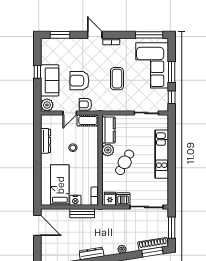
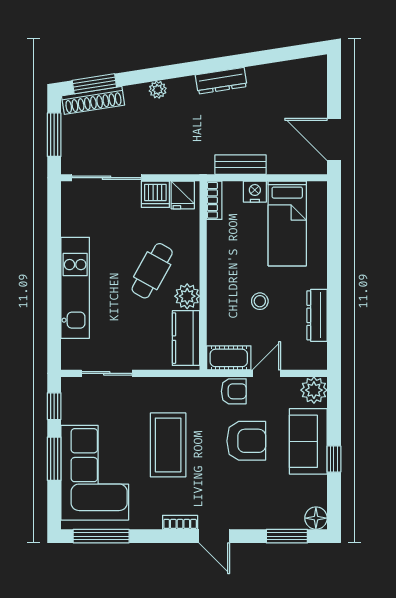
floor lamp: (46, 44) -> (316, 518), added
coffee table: (117, 79) -> (168, 445), width x1.36, depth x1.32

